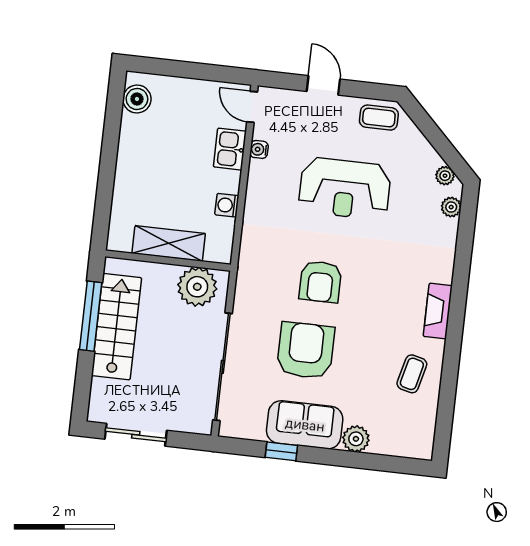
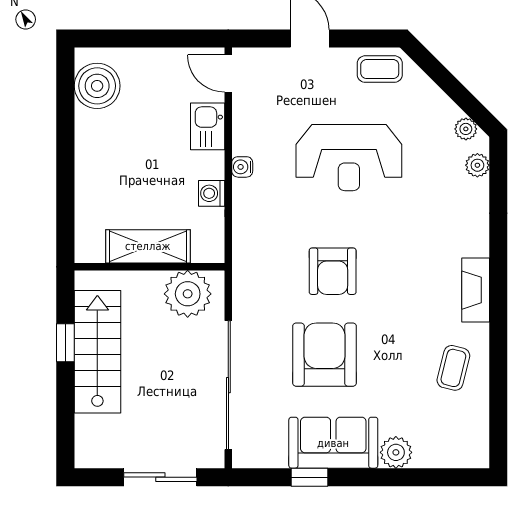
boiler: (137, 99) -> (97, 86), width x1.37, depth x1.37
water cooler: (259, 149) -> (242, 167), moved
window: (91, 316) -> (65, 343), width x0.46
sliding door: (136, 435) -> (160, 477), moved

